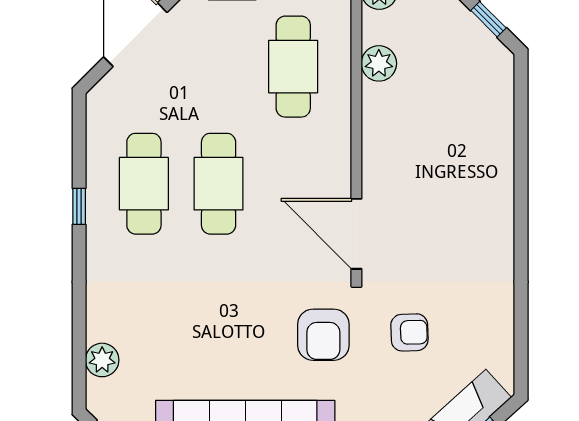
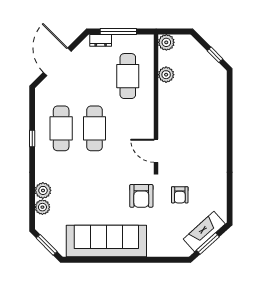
door: (356, 234) -> (156, 151), width x0.73
plant: (103, 323) -> (43, 190), added
armchair: (409, 332) -> (180, 195), turned 92

